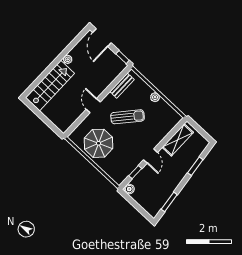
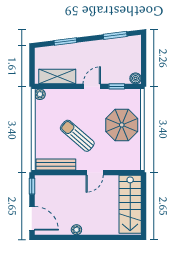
door: (102, 38) -> (32, 218), hinge flipped
stairs: (50, 85) -> (130, 204), moved, turned -90
bench: (122, 86) -> (56, 165), width x1.36
plant: (155, 97) -> (40, 94), moved
parasol: (99, 143) -> (122, 125), moved

